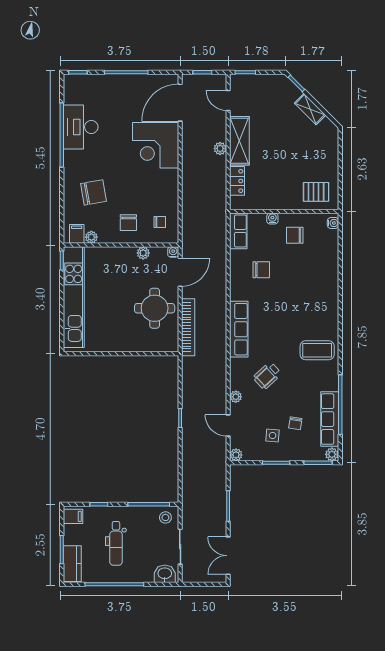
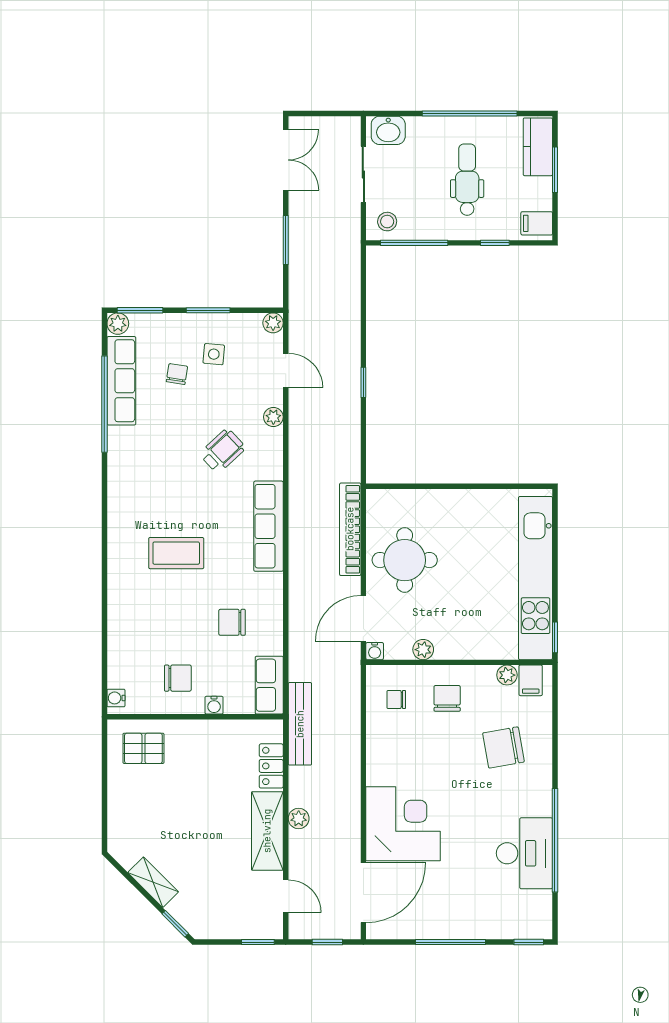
bench: (219, 207) -> (300, 724), added
coffee table: (317, 350) -> (176, 553), moved

